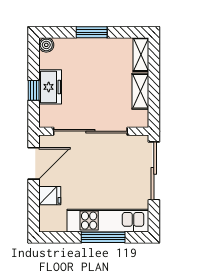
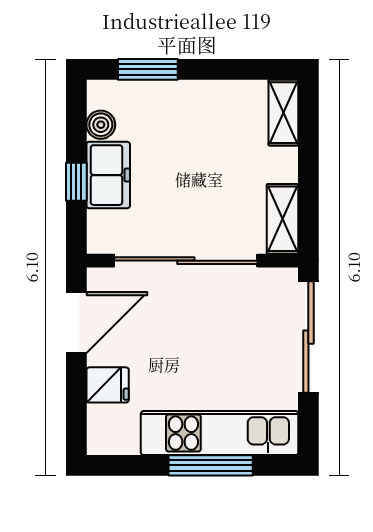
window: (92, 32) -> (148, 69), moved
boiler: (46, 45) -> (101, 125), moved
shelving: (140, 91) -> (283, 219), moved

